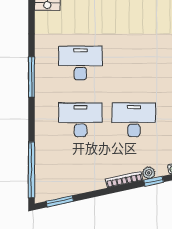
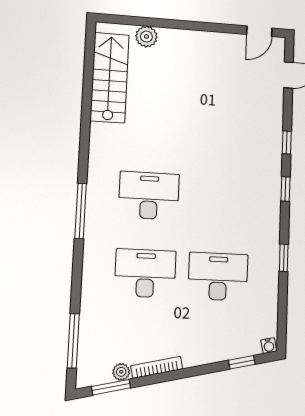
window: (32, 170) -> (73, 341), width x0.68
plant: (149, 173) -> (121, 372), moved
bookcase: (124, 180) -> (157, 367), moved

